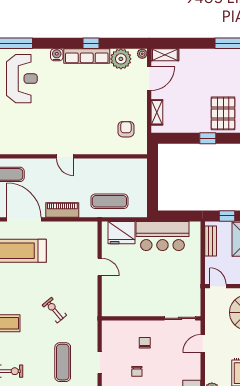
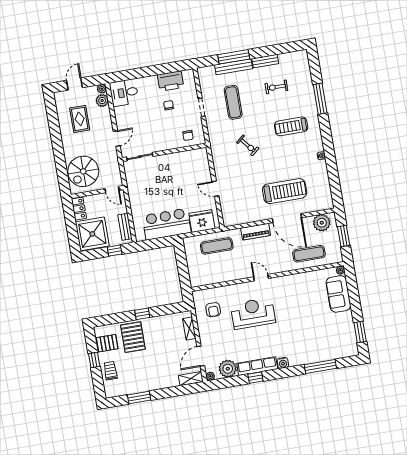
reception desk: (22, 79) -> (253, 313), moved, turned 90
chair: (145, 343) -> (188, 135), moved

